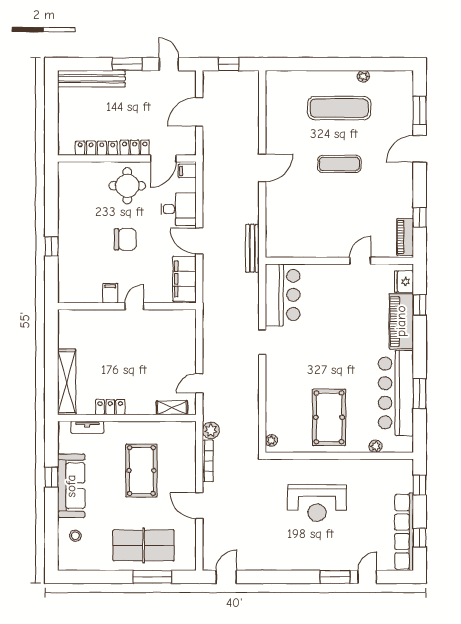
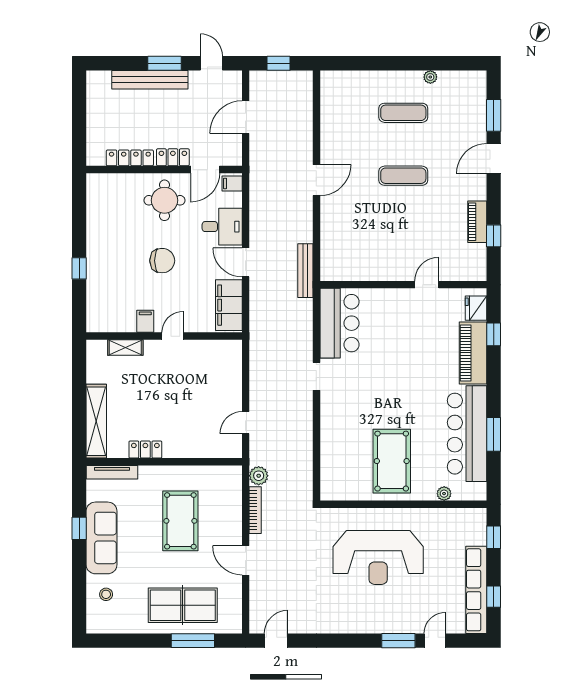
bench: (91, 79) -> (150, 80), moved
exercise mat: (339, 108) -> (403, 113), width x0.73, depth x0.69
piano: (405, 237) -> (477, 222), moved
shelving: (172, 408) -> (125, 347), moved
tv unit: (87, 427) -> (112, 472), width x1.41
plant: (271, 440) -> (327, 487), removed
reception desk: (317, 503) -> (378, 557), width x1.36, depth x1.30

